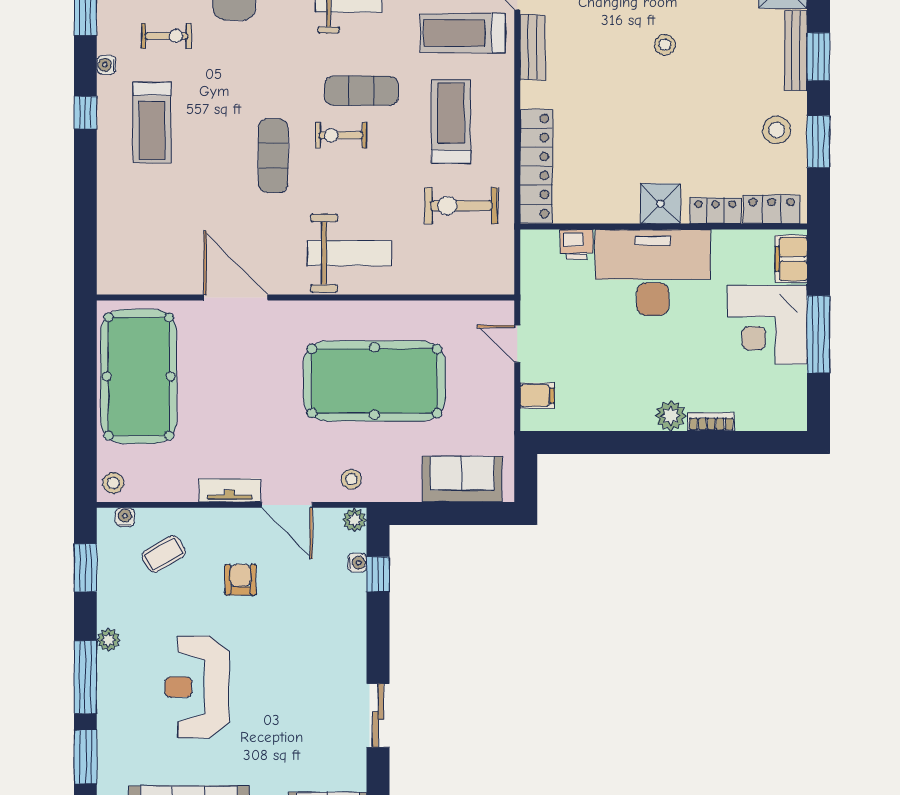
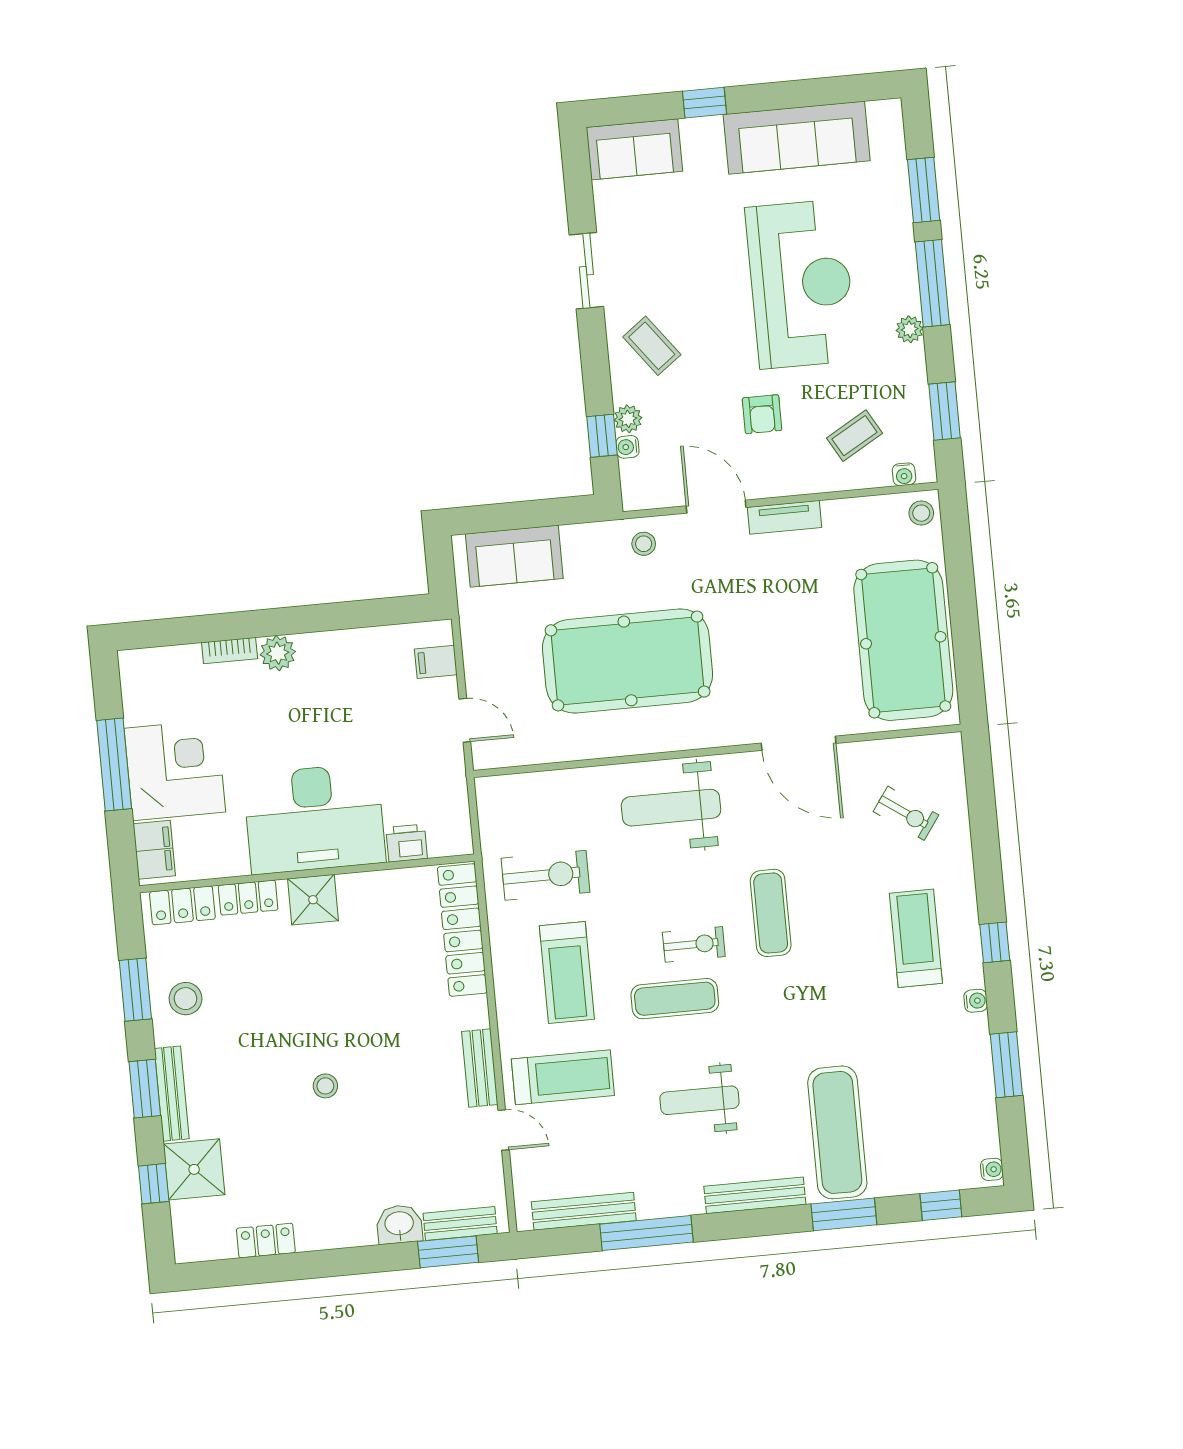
exercise bike: (166, 36) -> (906, 813), moved, turned -145
plant: (355, 520) -> (628, 419), moved
coffee table: (329, 647) -> (652, 346), added
reception desk: (197, 687) -> (801, 284), width x1.36, depth x1.30

